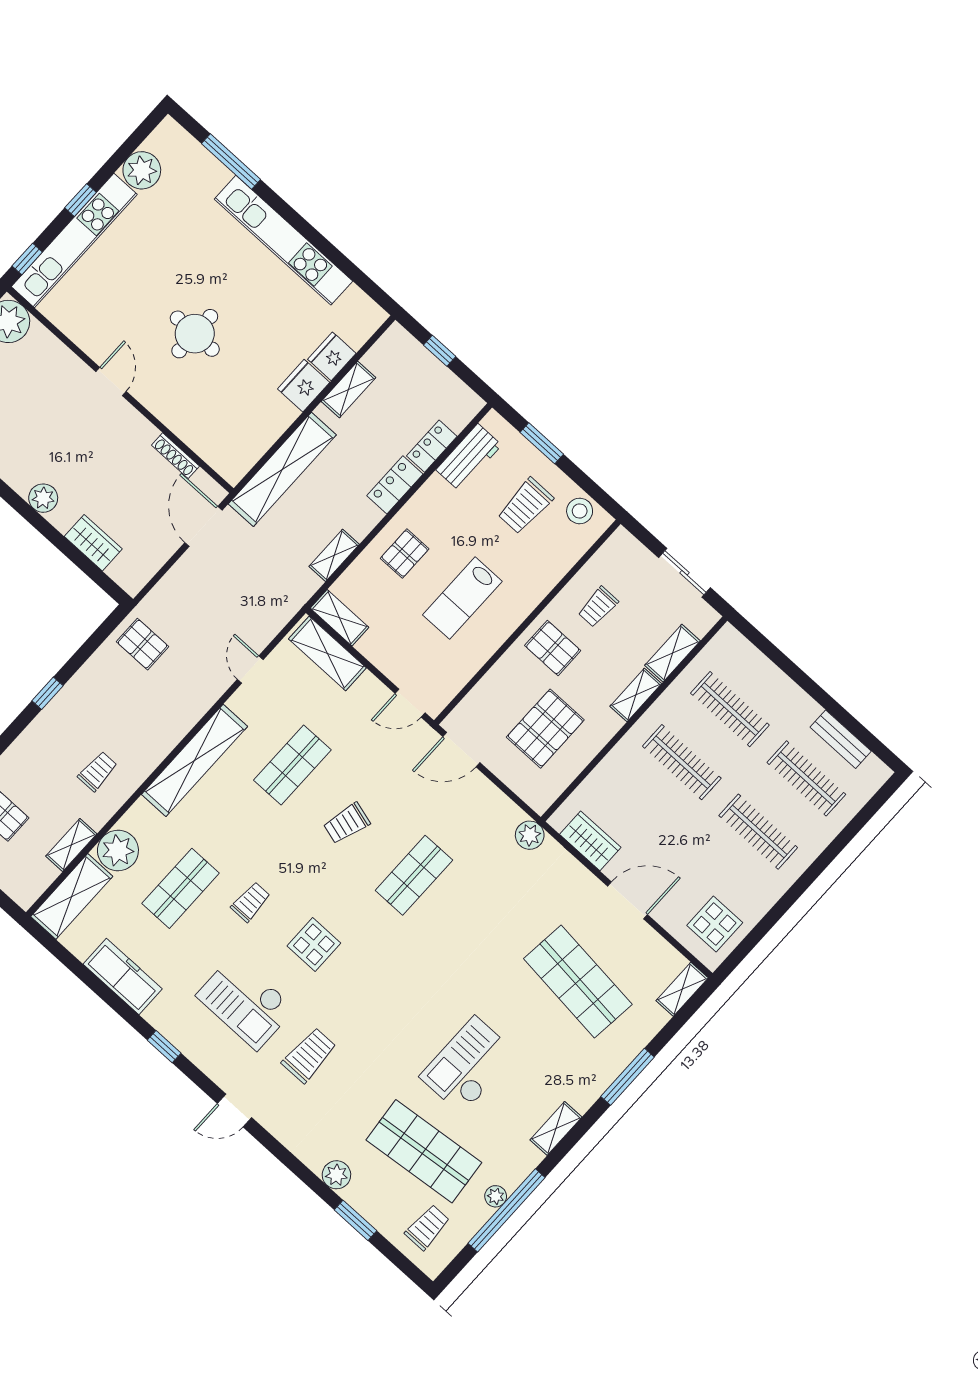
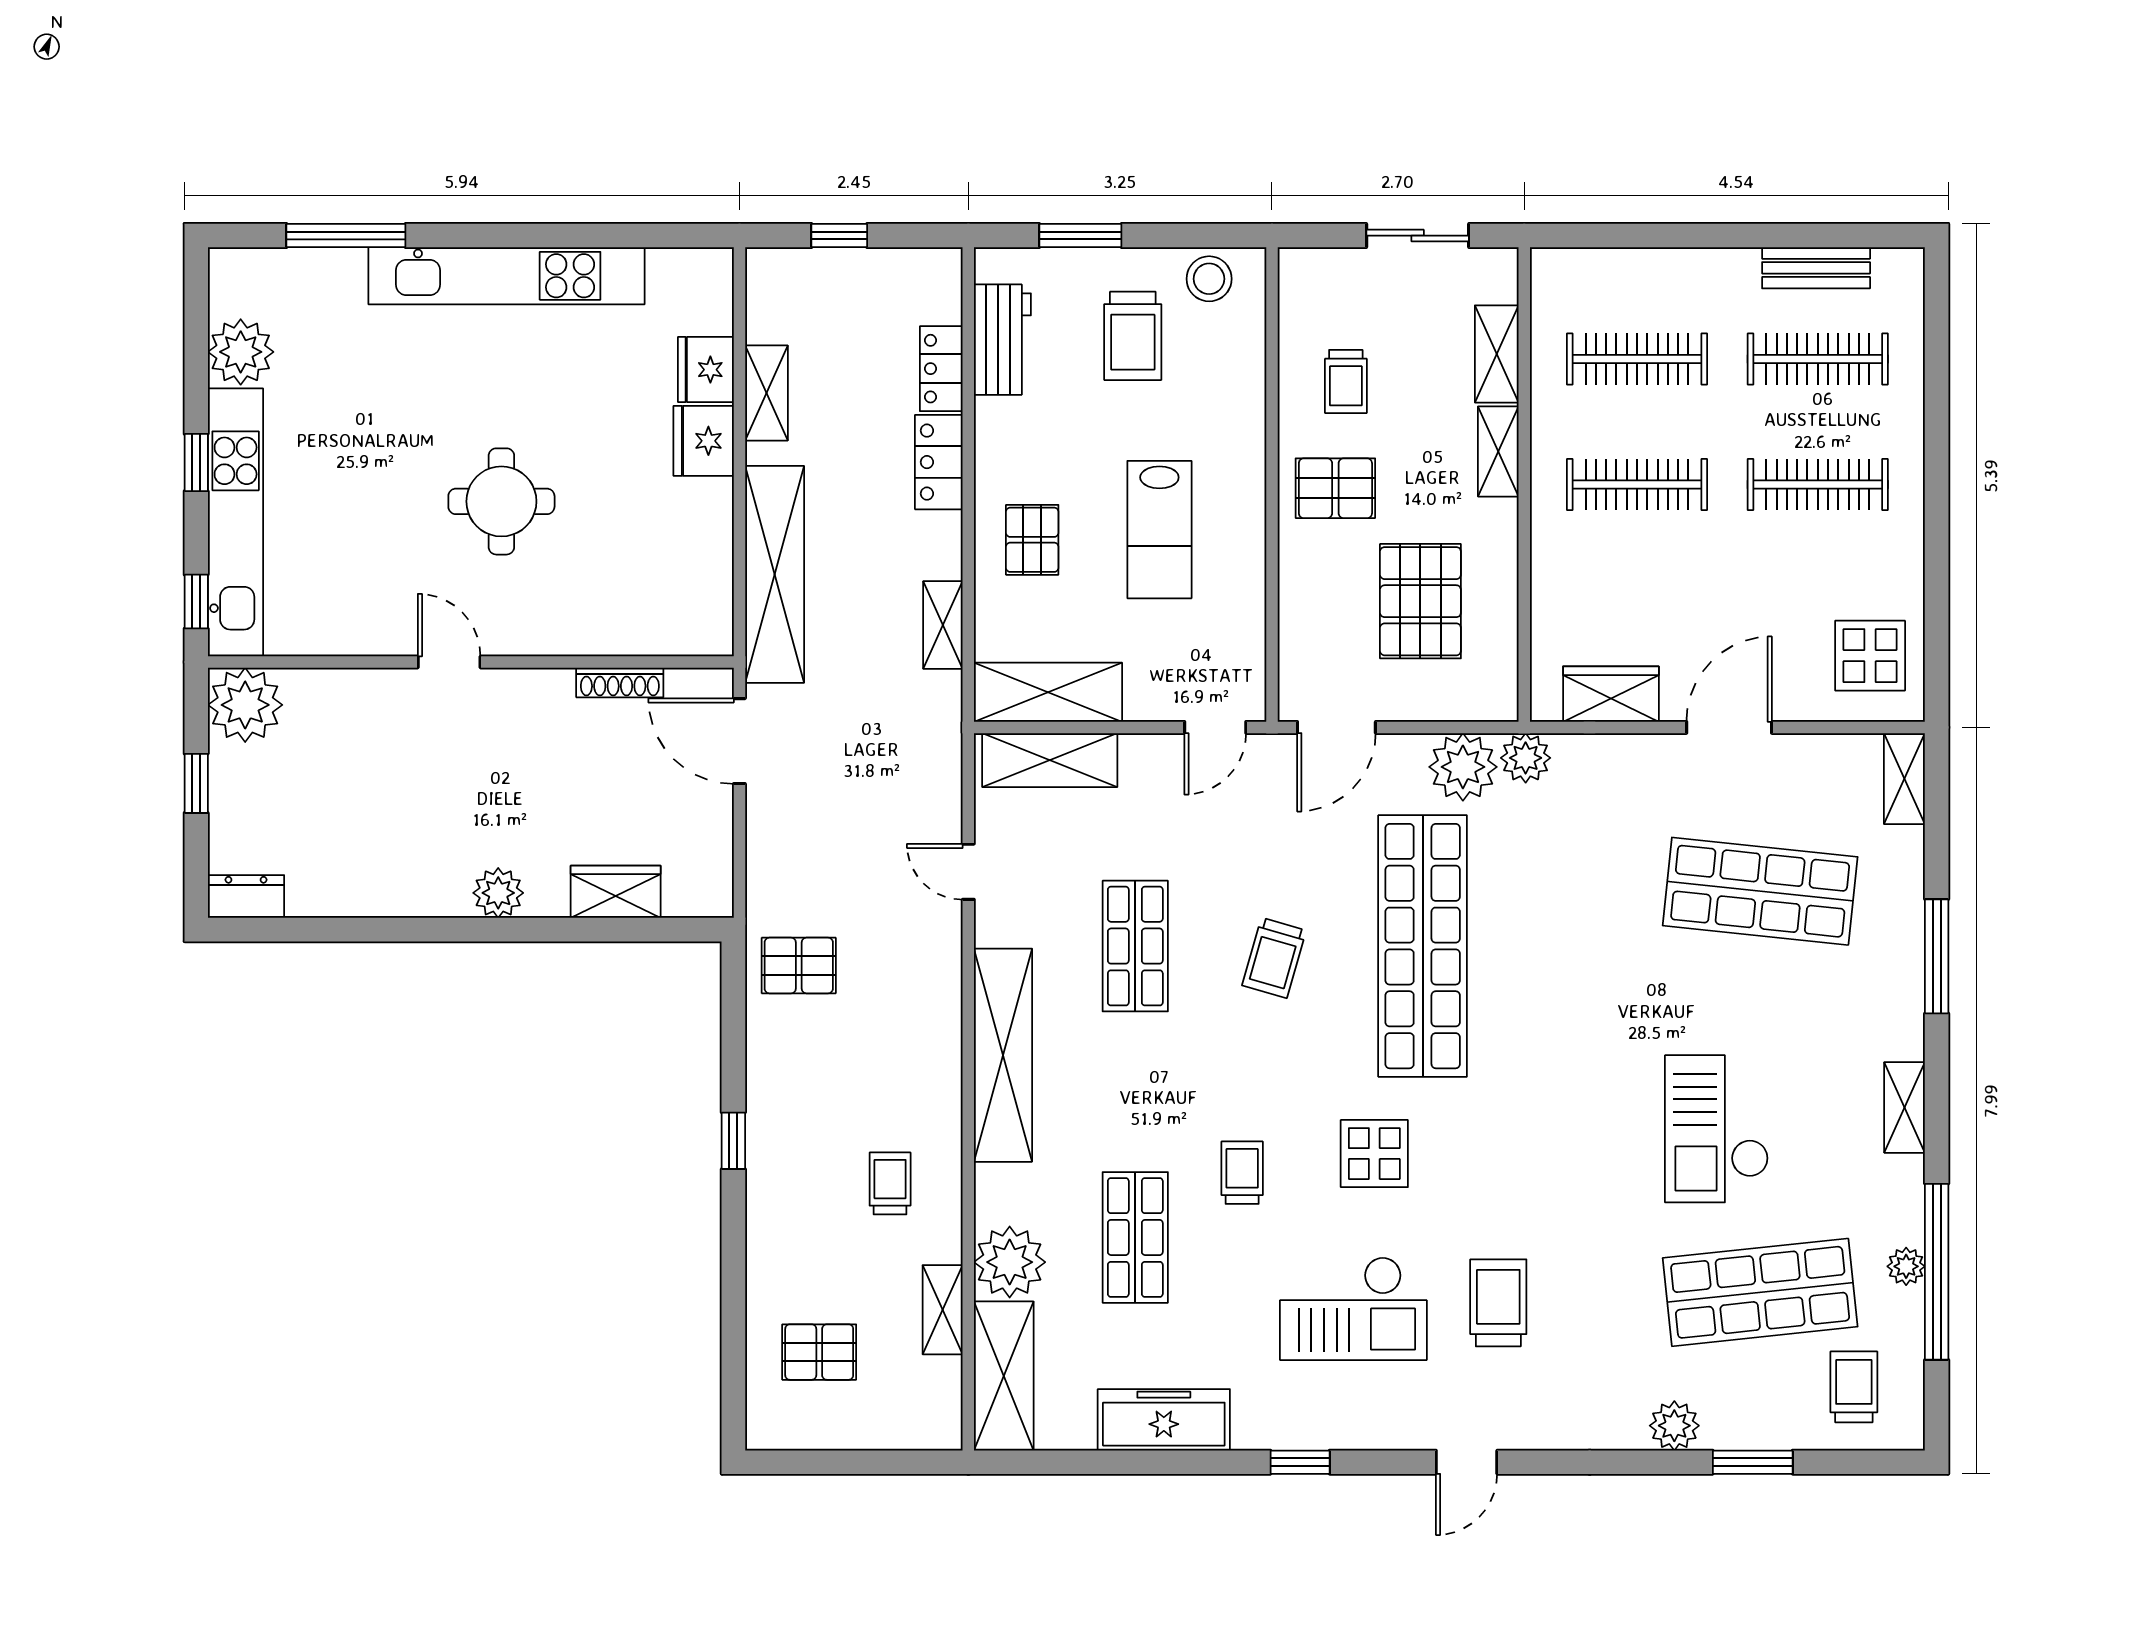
shelving: (340, 618) -> (1048, 692), width x1.50, depth x1.33
plant: (500, 815) -> (1463, 767), added
shop shelf: (414, 875) -> (1423, 946), width x2.00, depth x1.36

